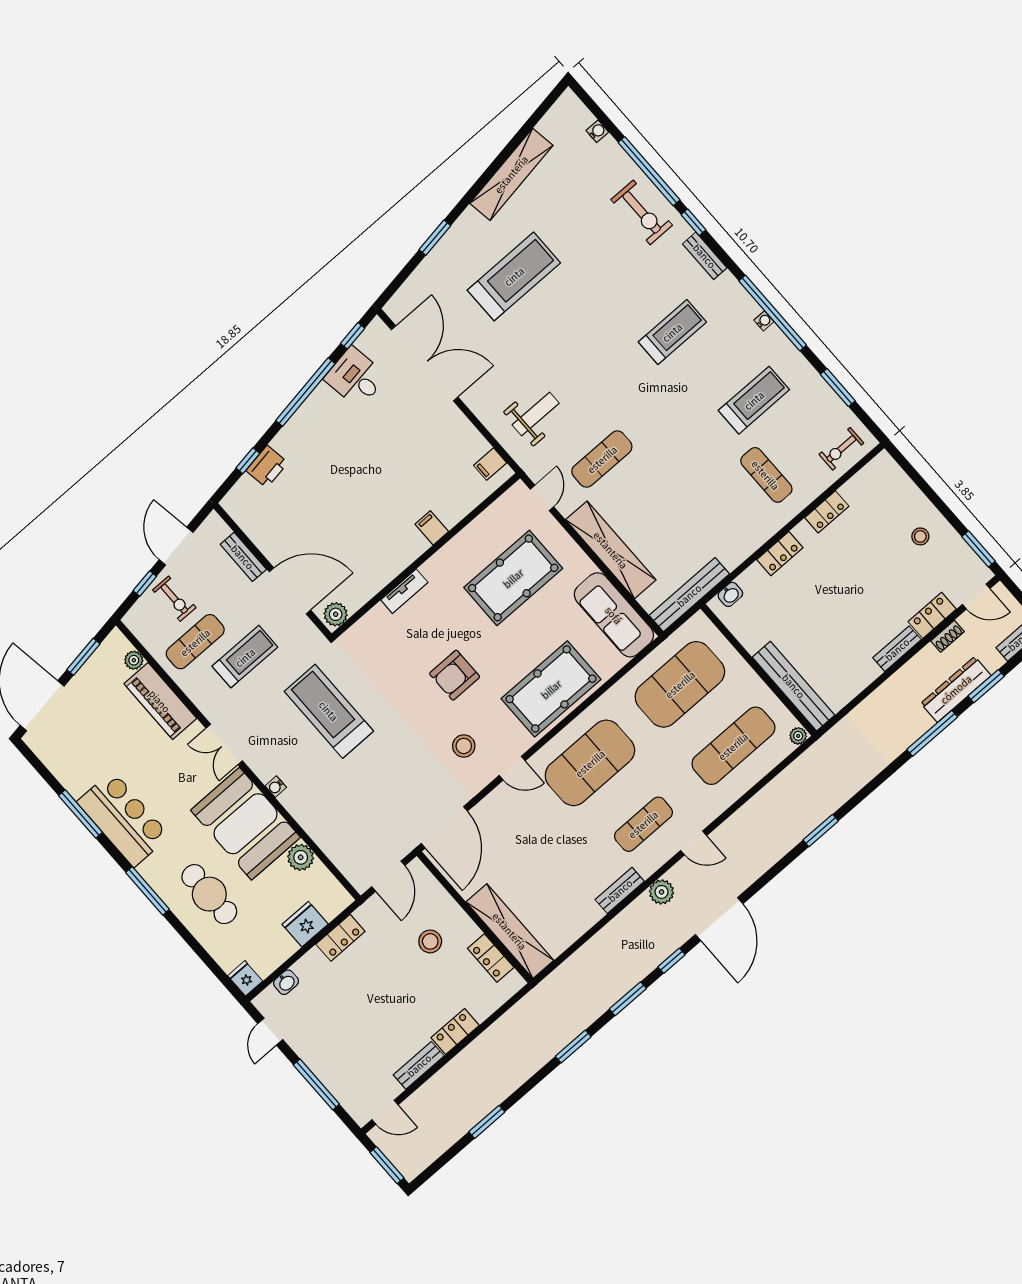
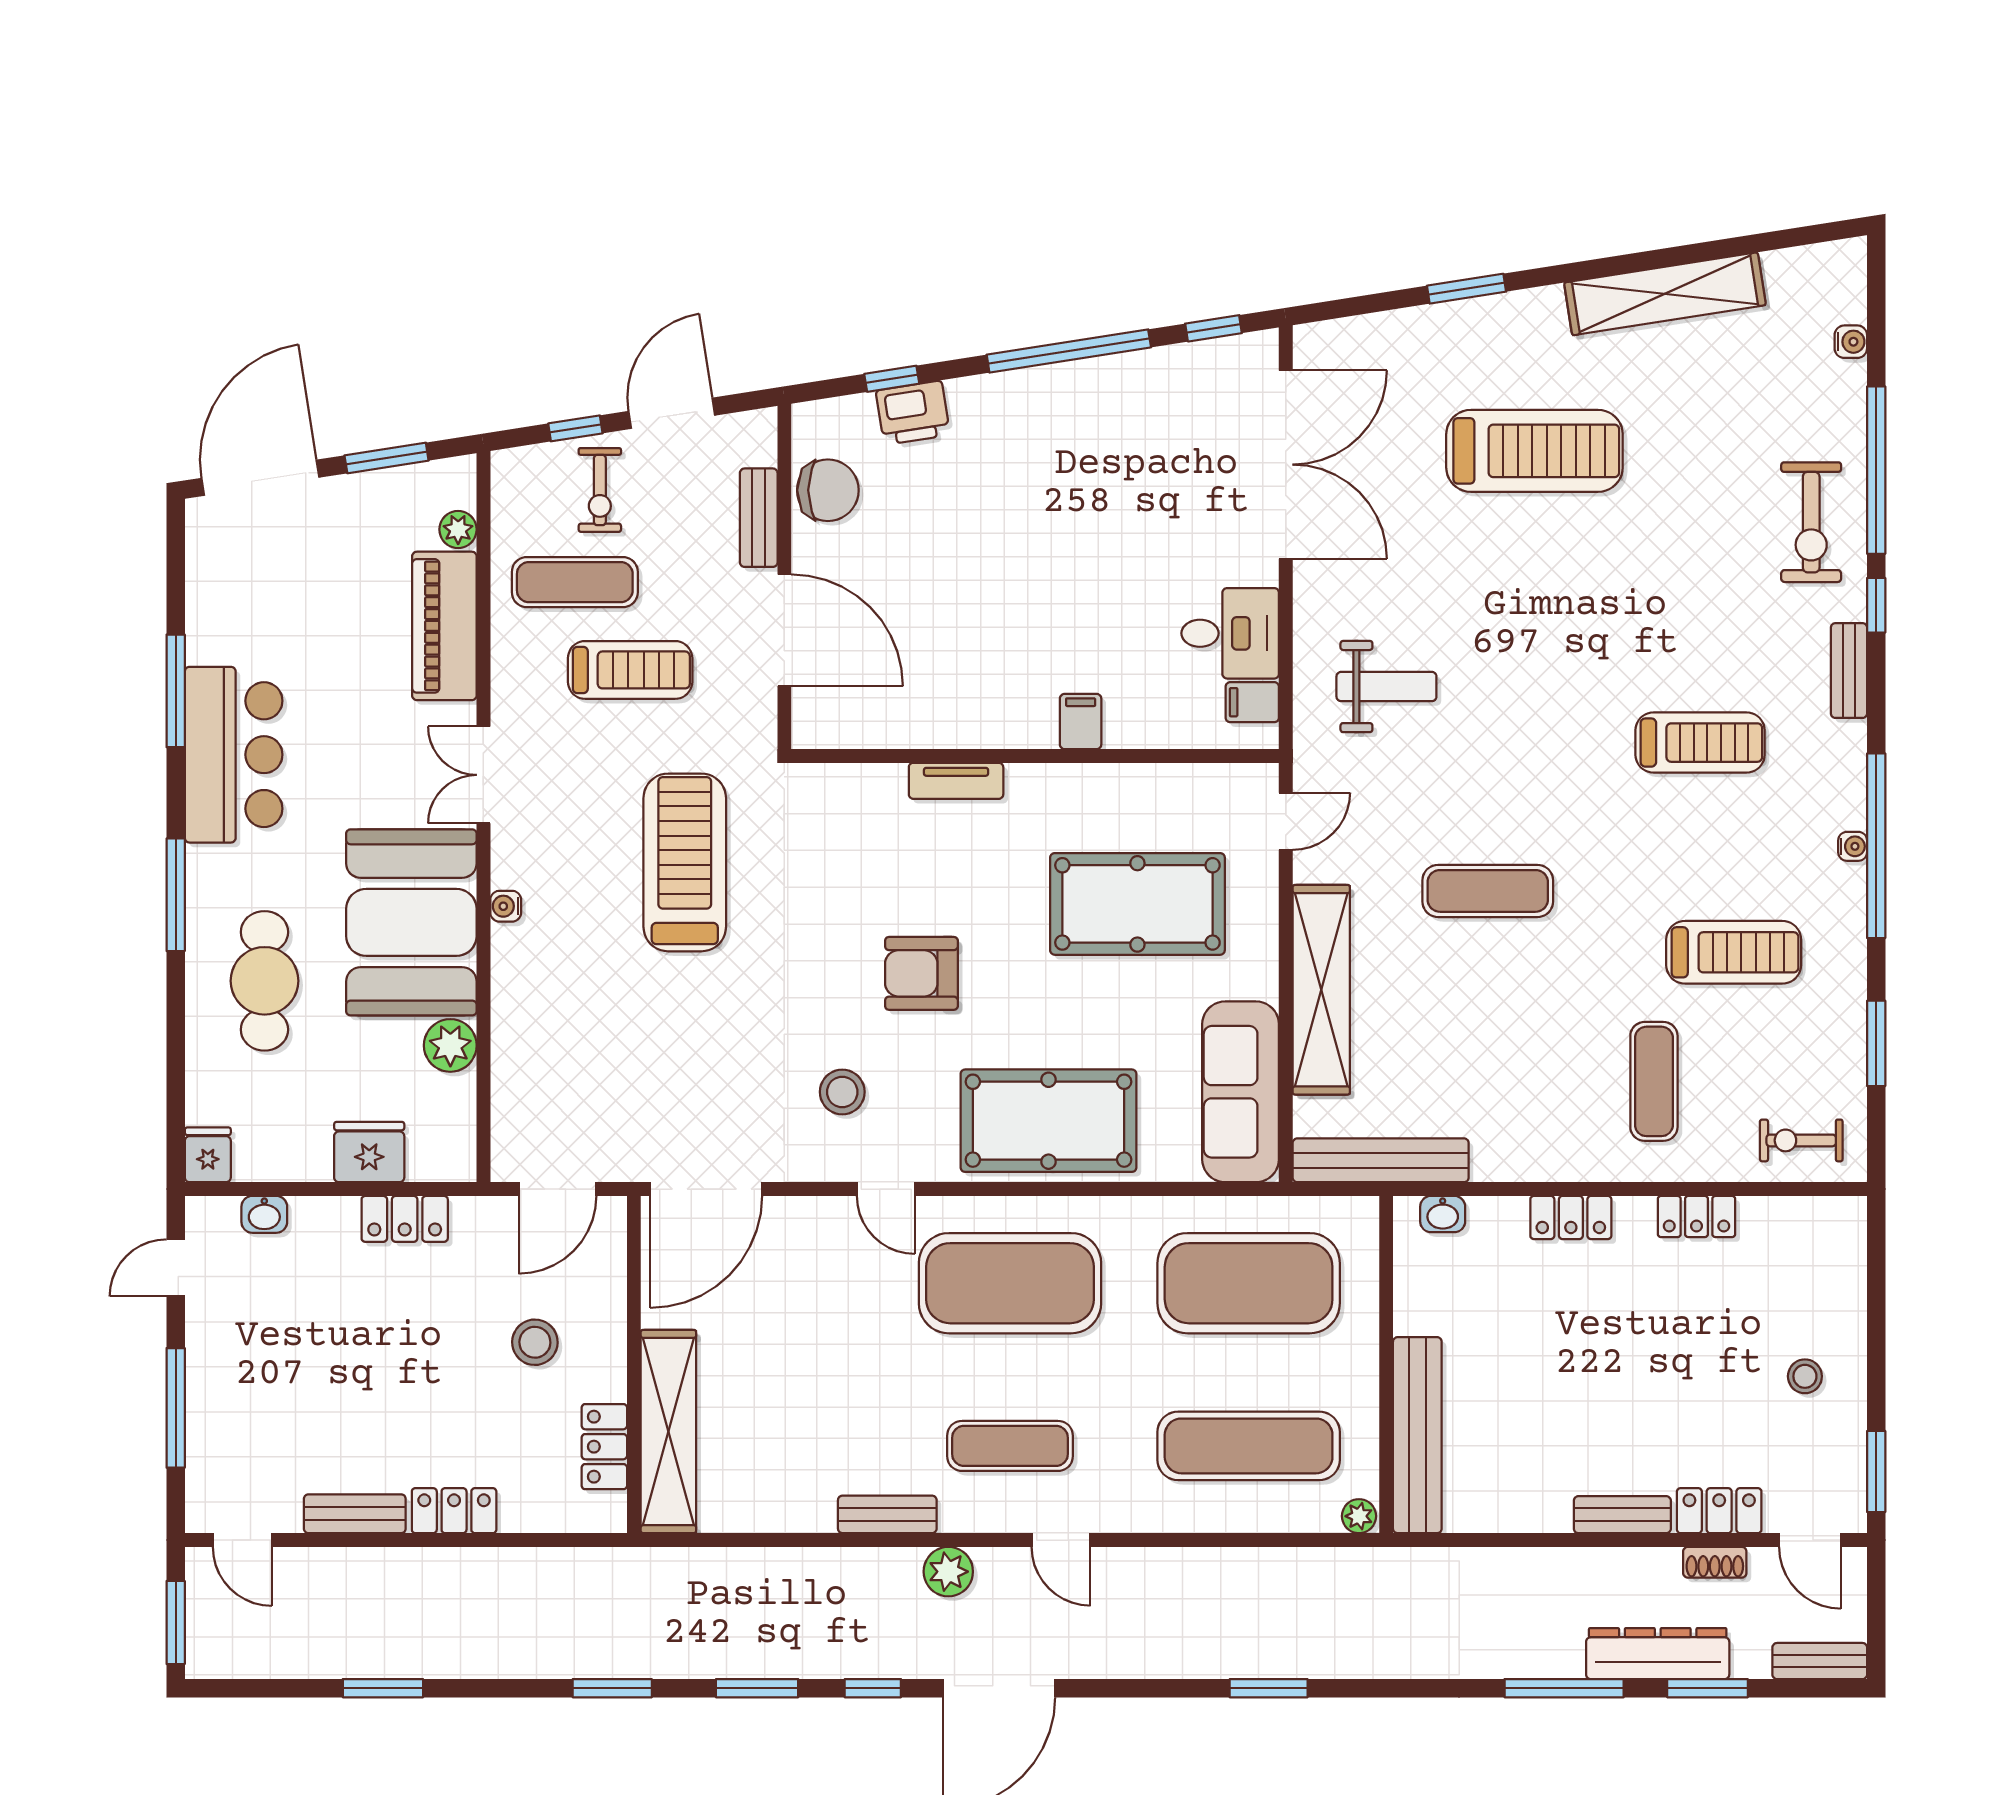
desk: (356, 377) -> (1230, 633), moved, turned 99
exercise mat: (602, 459) -> (1488, 891), moved
chair: (260, 524) -> (828, 490), added
plant: (336, 614) -> (822, 725), removed

